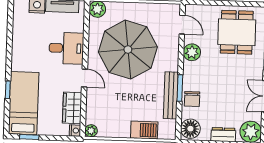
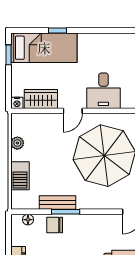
plant: (192, 52) -> (104, 223), removed
bench: (171, 95) -> (58, 203), width x0.73
floor lamp: (190, 129) -> (28, 220), width x0.53, depth x0.53
plant: (91, 131) -> (17, 143), moved

